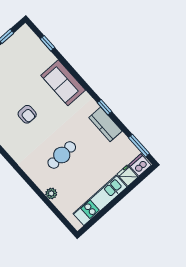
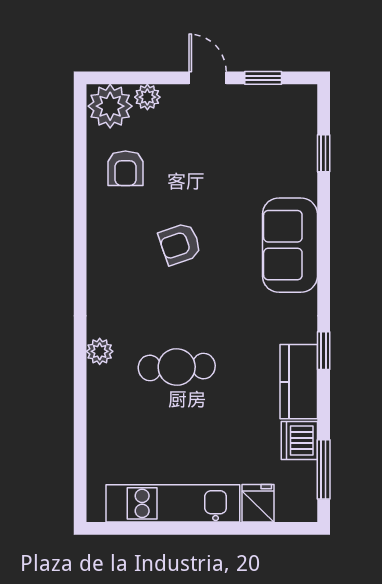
armchair: (27, 114) -> (180, 244), turned 71
dishwasher: (140, 165) -> (299, 441), moved, turned -90
plant: (51, 193) -> (100, 351), moved

